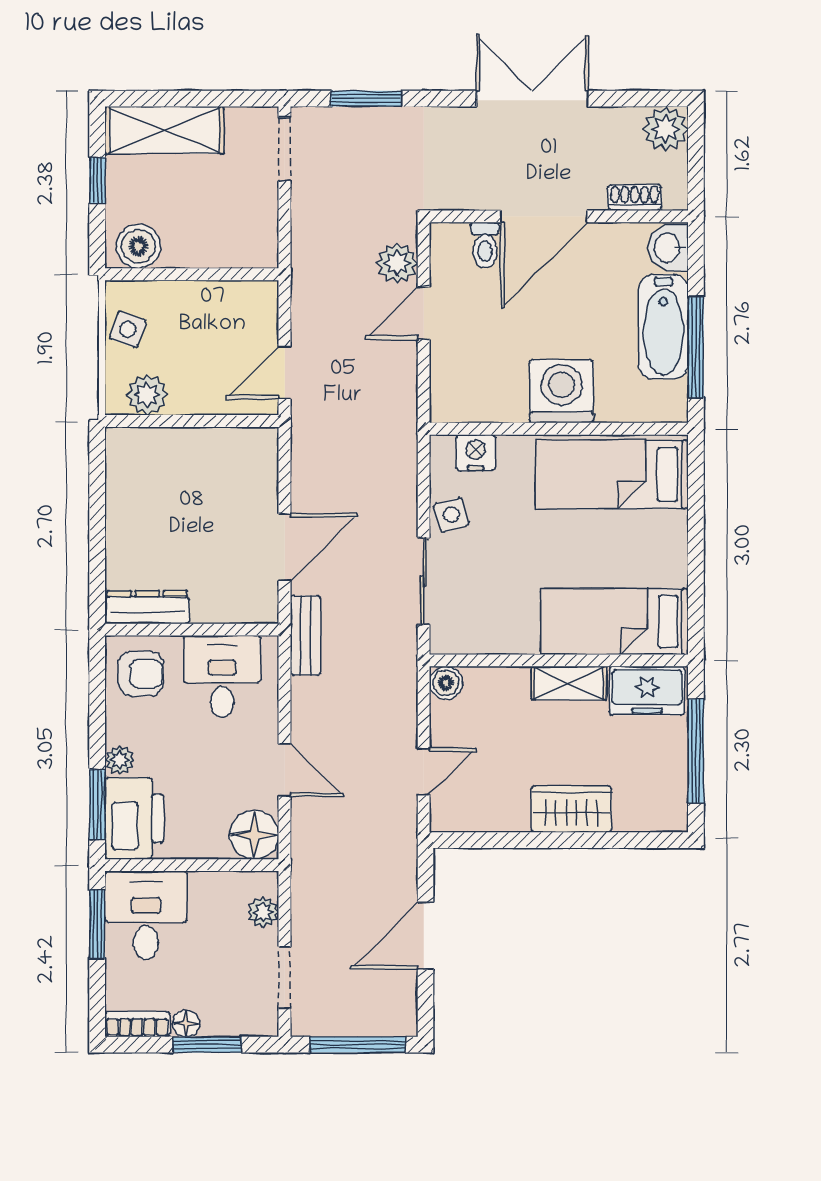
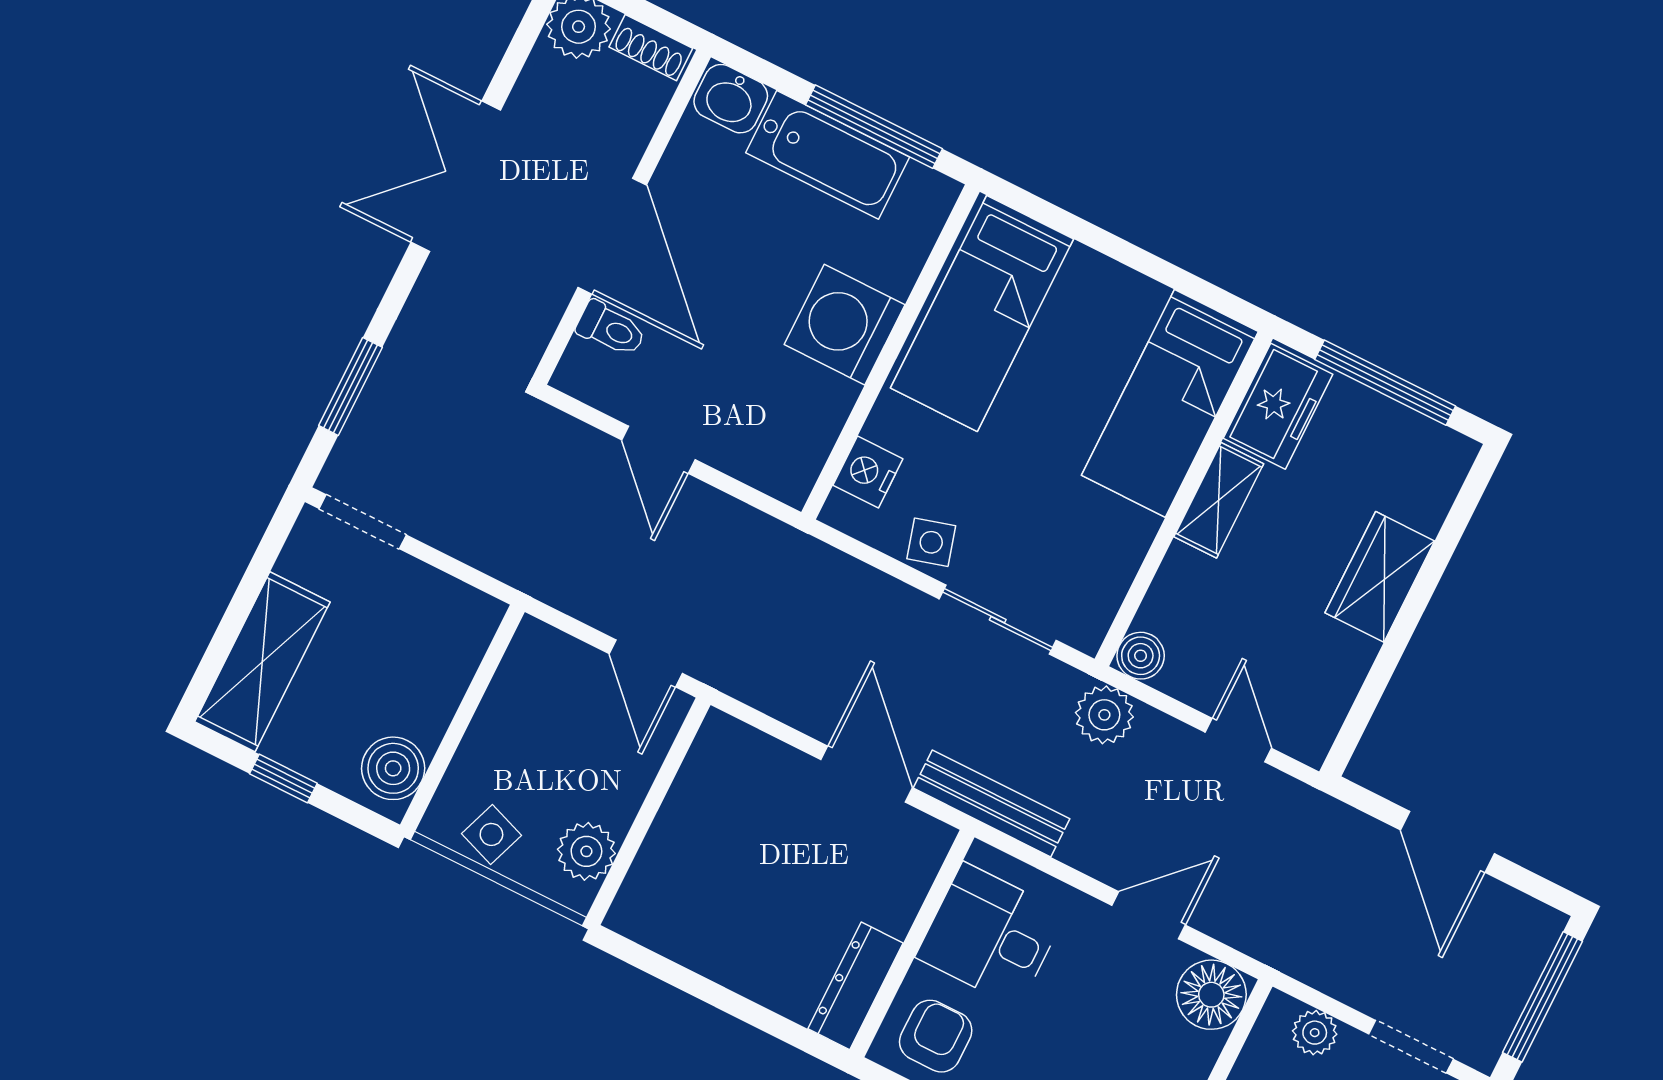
shoe rack: (635, 198) -> (651, 48), moved, turned -90
plant: (397, 263) -> (1104, 715), moved
bench: (306, 635) -> (992, 803), width x1.36

